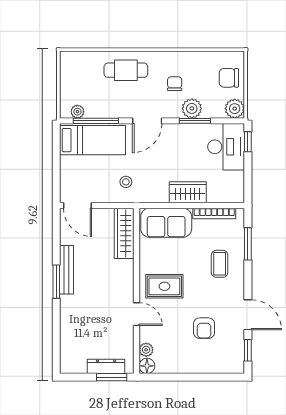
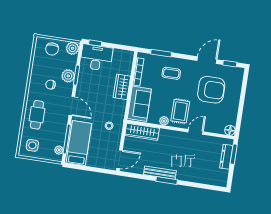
side table: (78, 70) -> (32, 145), added
armchair: (204, 328) -> (211, 90), width x1.88, depth x1.88
plant: (146, 350) -> (164, 121), moved

